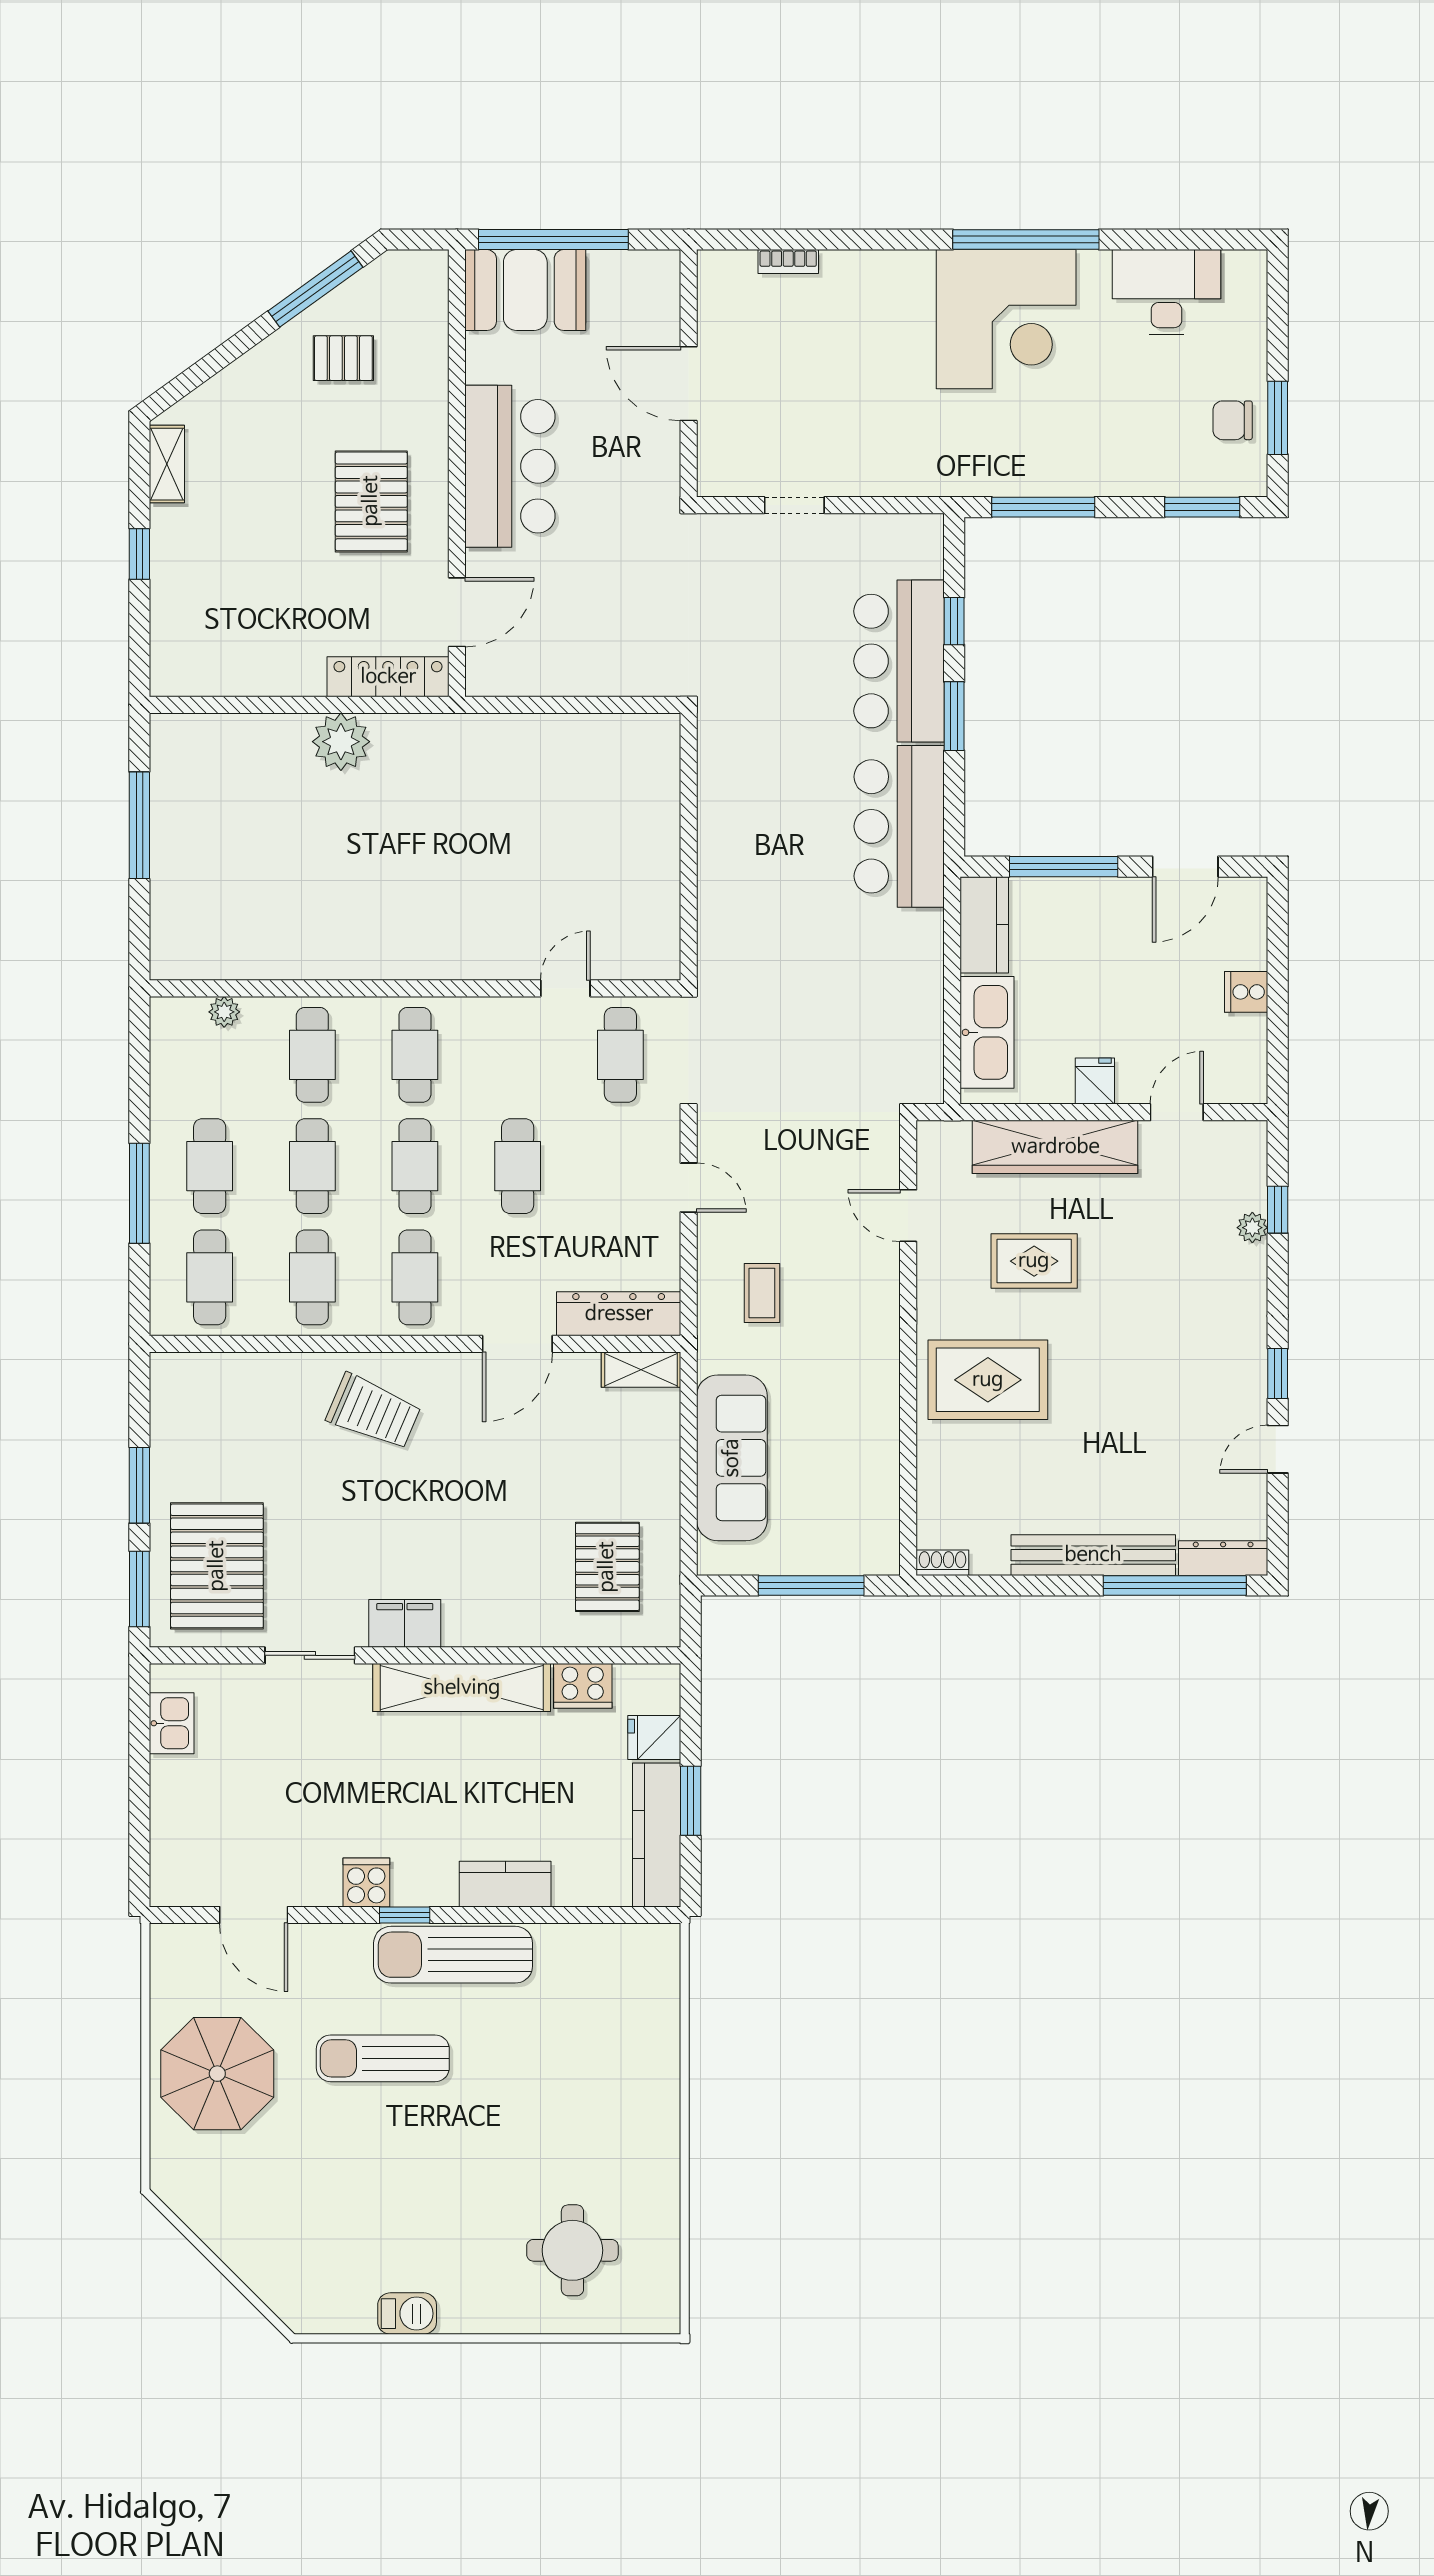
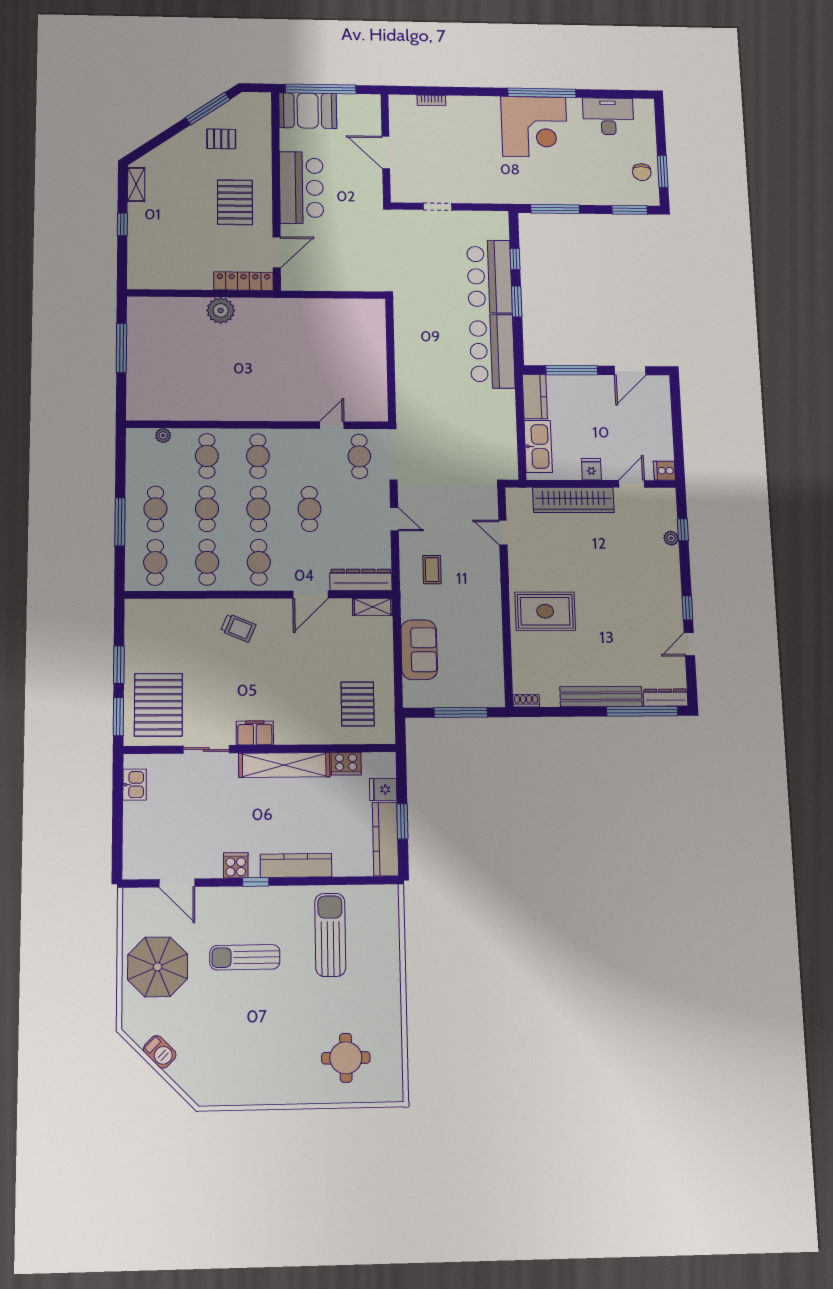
chair: (1233, 420) -> (642, 172), turned -90
cooker: (1246, 992) -> (664, 471), moved
rug: (1034, 1261) -> (566, 554), removed
trolley: (374, 1412) -> (238, 628), width x0.73, depth x0.72
sofa: (732, 1458) -> (419, 650), width x0.73
kitchen counter: (505, 1884) -> (296, 865), width x1.50
sun lounger: (453, 1955) -> (330, 935), moved, turned 90
barbecue: (407, 2314) -> (160, 1052), moved, turned 45

